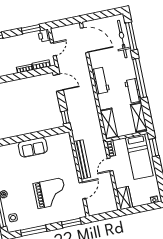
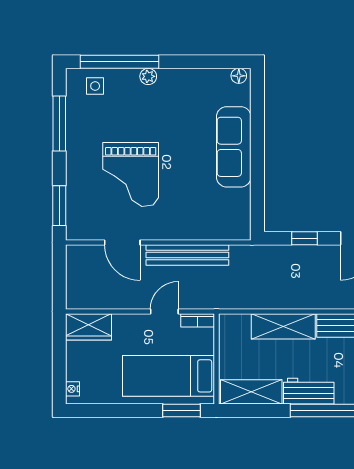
window: (65, 117) -> (305, 238), moved
shelving: (109, 124) -> (283, 326), moved
sofa: (33, 147) -> (234, 147), width x1.36
door: (110, 165) -> (164, 311), hinge flipped

